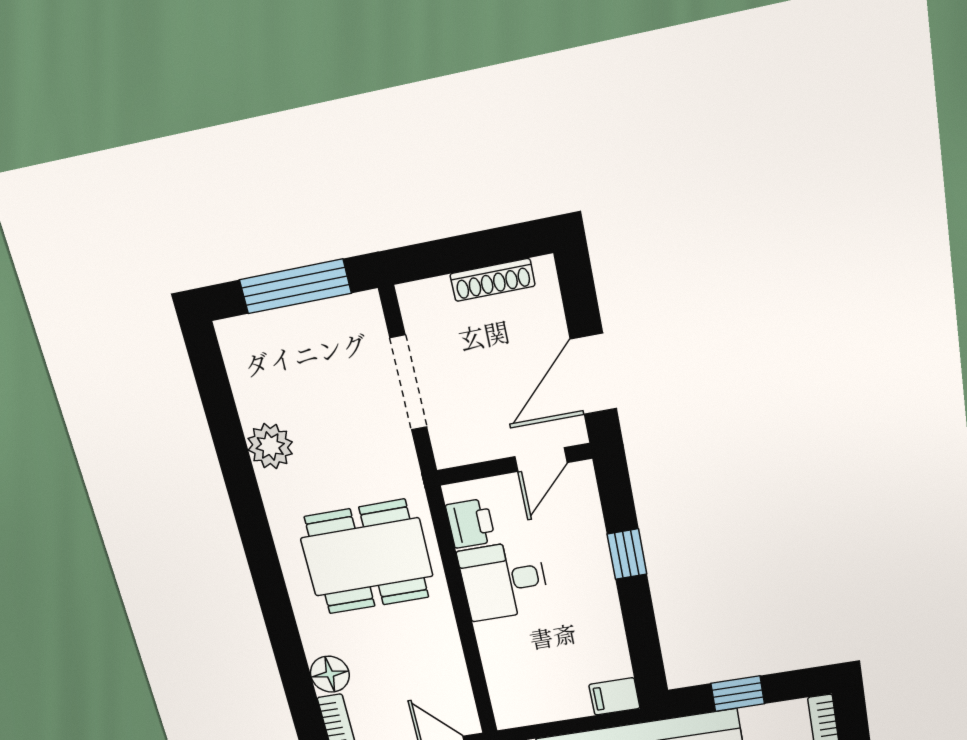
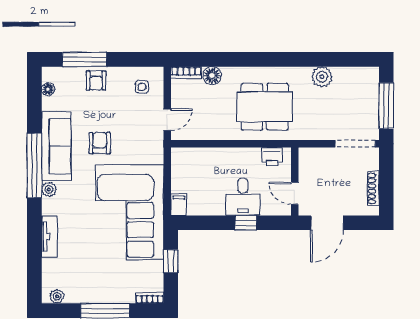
door: (593, 374) -> (327, 223), swing flipped
doorway: (408, 383) -> (355, 144), moved
dining table: (367, 557) -> (265, 107), turned 90
desk: (504, 581) -> (243, 197), moved, turned 180

